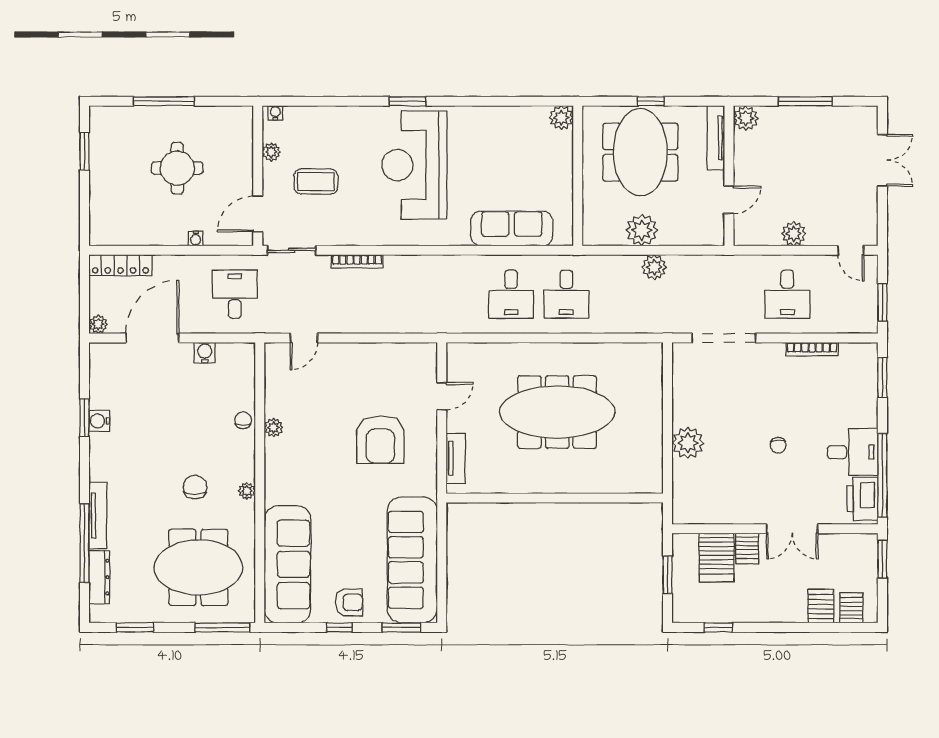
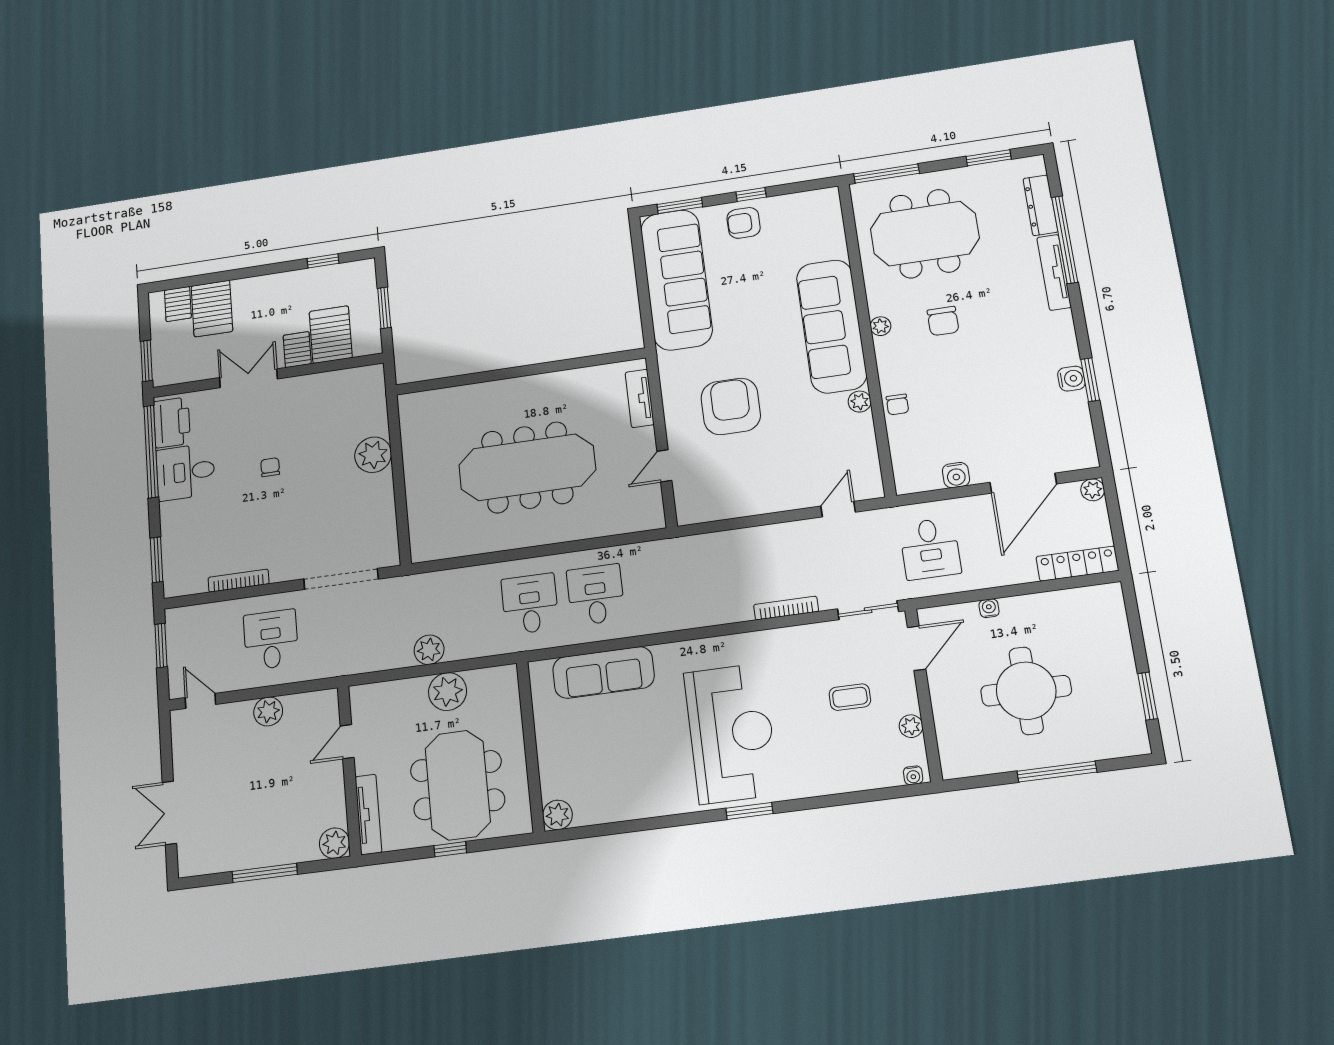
round table: (177, 168) -> (1026, 691), width x1.36, depth x1.36
coffee table: (316, 182) -> (850, 697), width x0.73, depth x0.77
sofa: (288, 564) -> (831, 326), moved
server rack: (821, 606) -> (212, 309), width x1.36, depth x1.44

